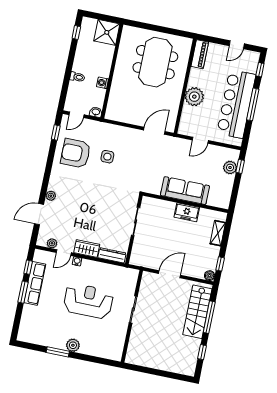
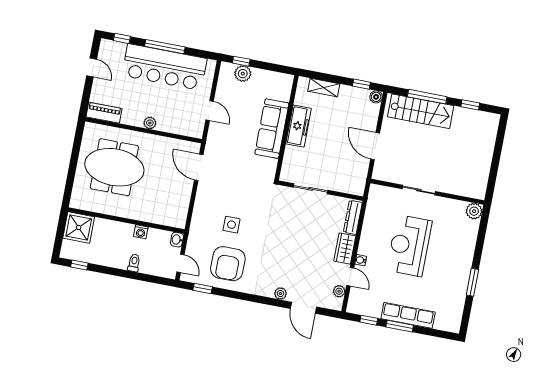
plant: (194, 97) -> (150, 123), width x0.53, depth x0.53
freezer: (187, 212) -> (299, 126), width x1.40
row of seats: (35, 283) -> (408, 315), moved
plant: (73, 345) -> (474, 211), moved

